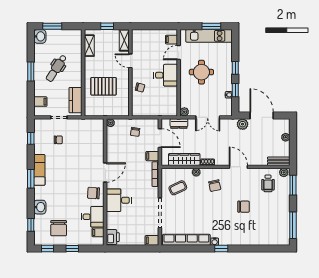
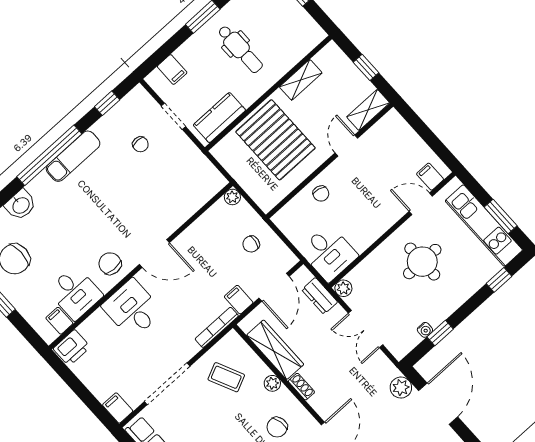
shelving: (89, 46) -> (301, 80), moved
dental chair: (56, 68) -> (240, 49), turned -123
window: (235, 68) -> (499, 280), moved
desk: (166, 75) -> (329, 253), moved
pallet: (104, 86) -> (275, 140), width x1.37, depth x1.41
window: (31, 179) -> (49, 155), width x2.11

